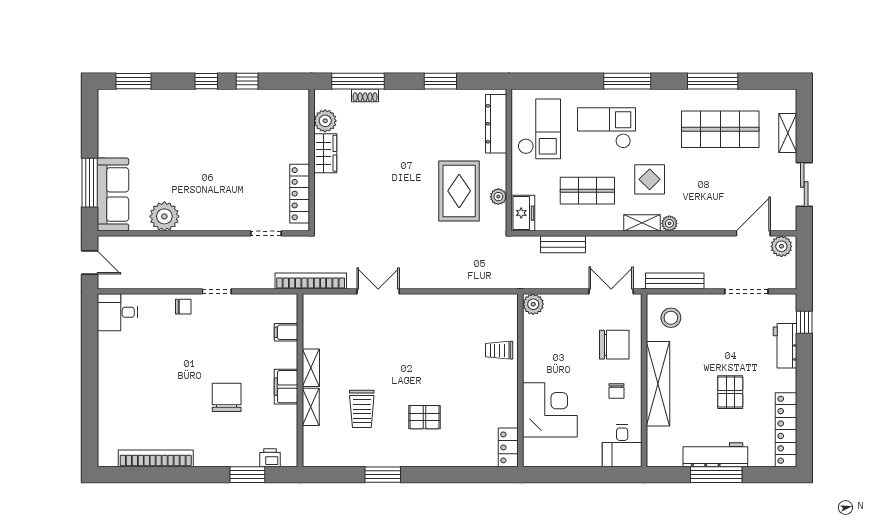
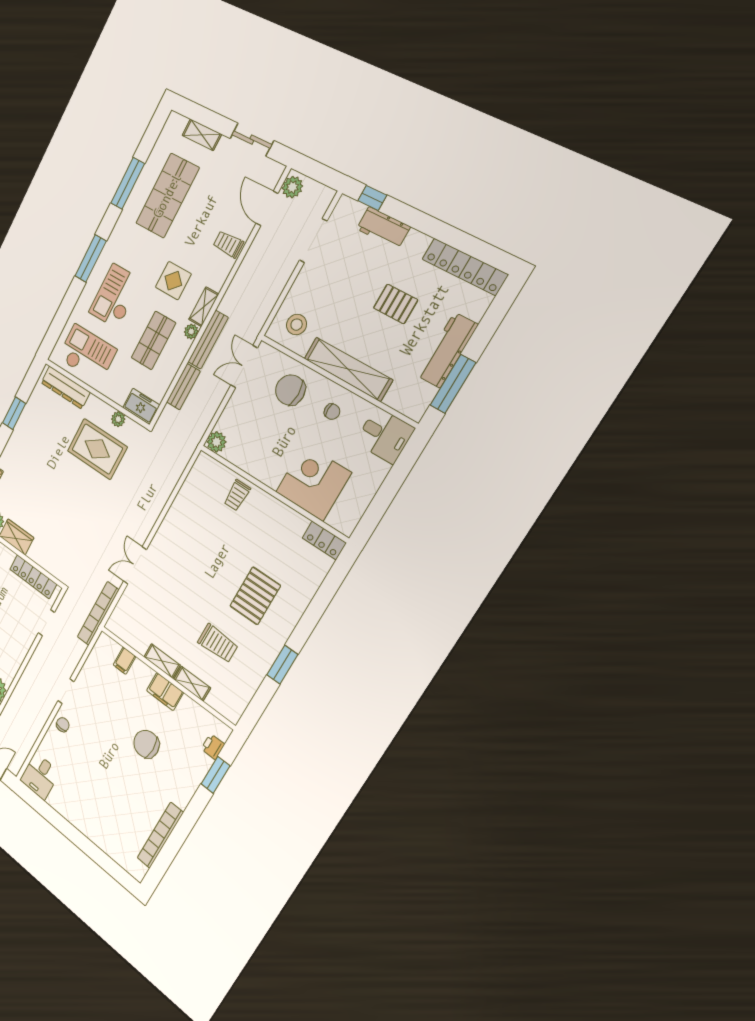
trolley: (707, 215) -> (228, 244), added
plant: (669, 223) -> (191, 331), moved
bench: (675, 281) -> (208, 340), moved
chair: (614, 345) -> (290, 390), turned -90
pallet: (425, 417) -> (255, 596), width x1.50, depth x1.42
window: (716, 475) -> (453, 384), moved

